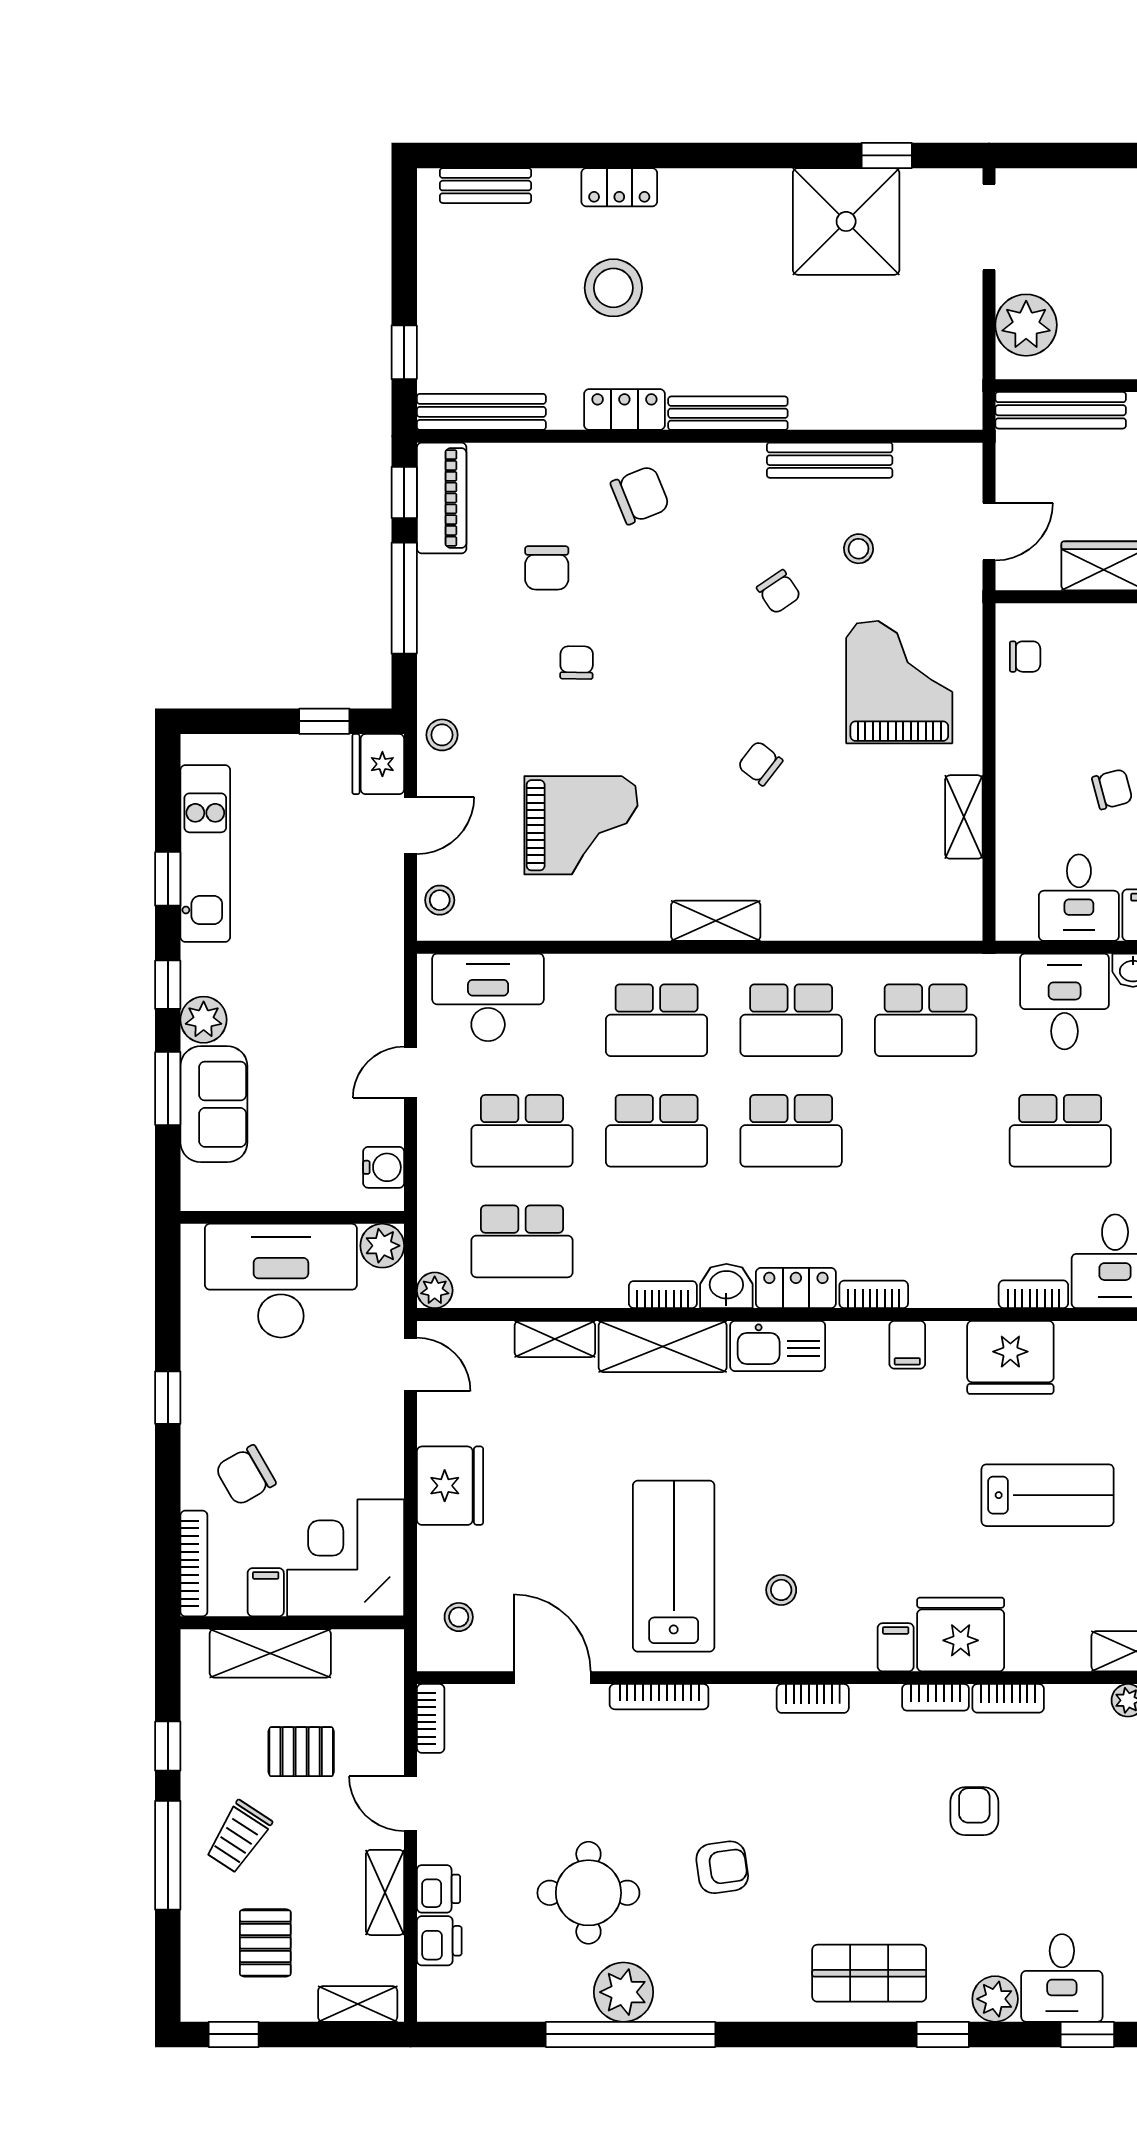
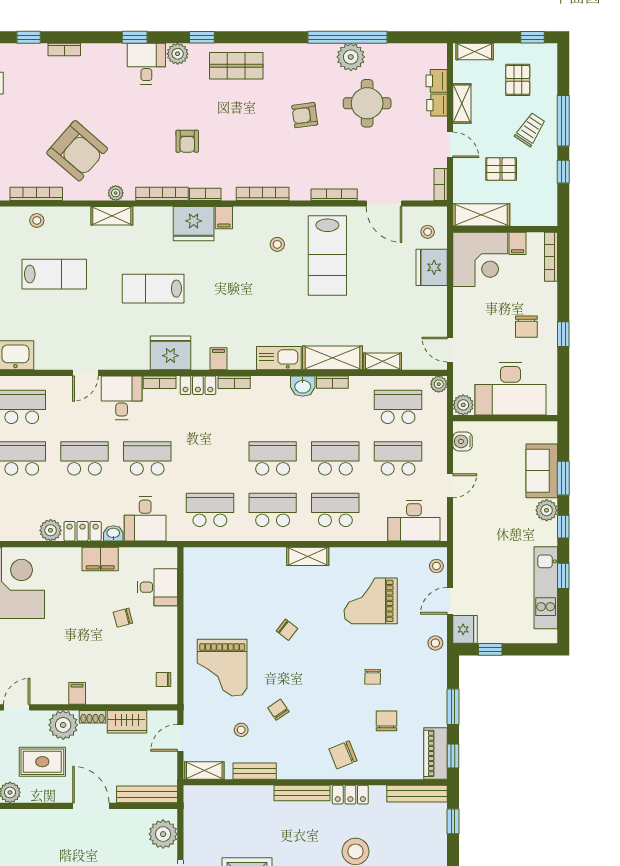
bench: (830, 460) -> (255, 771), width x0.73
window: (404, 598) -> (453, 707), width x0.69
shelving: (964, 817) -> (204, 771), moved, turned 90
desk: (1079, 898) -> (157, 587), moved, turned 90
locker: (796, 1288) -> (198, 385), moved
chair: (245, 1475) -> (526, 327), moved, turned 120
fridge: (450, 1486) -> (432, 267), moved
shelving: (270, 1653) -> (481, 215), moved
bookcase: (813, 1698) -> (263, 194), width x1.56
bookcase: (1008, 1698) -> (162, 194), width x1.56

